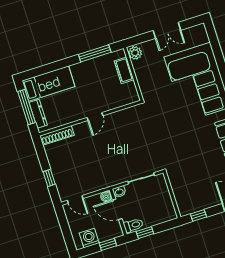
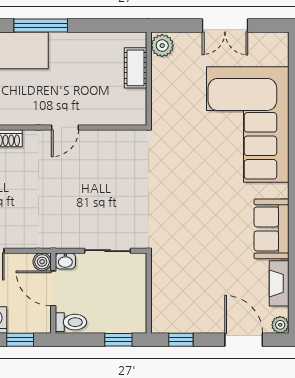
window: (95, 53) -> (41, 26), moved
window: (145, 233) -> (118, 340), moved

